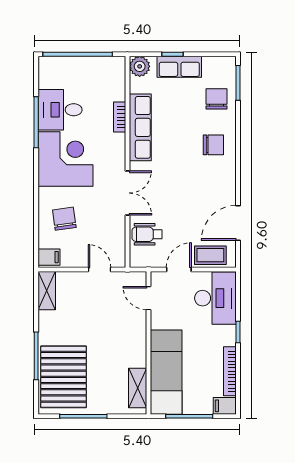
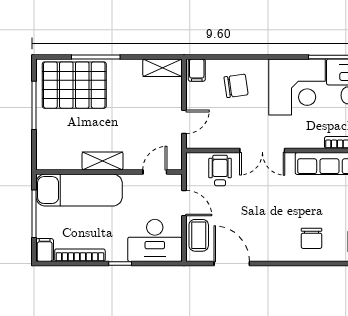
shelving: (138, 388) -> (103, 161), moved

